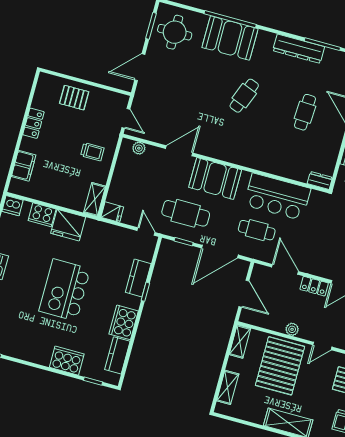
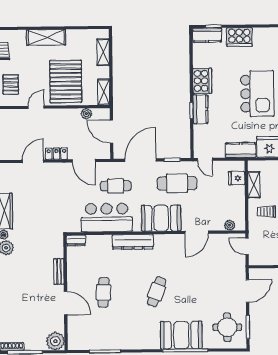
dresser: (299, 49) -> (133, 242), moved, turned 180
shelving: (95, 199) -> (254, 185), moved
fridge: (112, 212) -> (237, 178), moved
kitchen counter: (102, 231) -> (241, 150), added
kitchen counter: (138, 278) -> (200, 109), moved
plant: (292, 329) -> (86, 114), moved
kitchen counter: (117, 355) -> (207, 35), moved, turned 90

